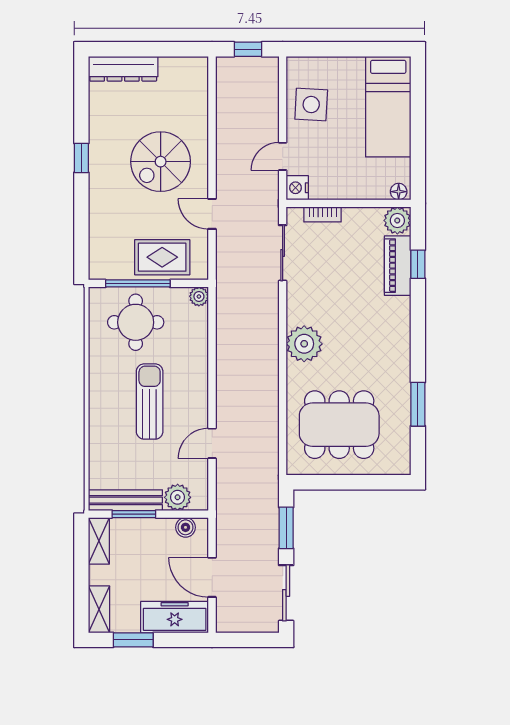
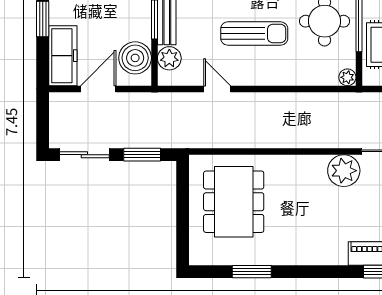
plant: (304, 344) -> (344, 171), moved
boiler: (186, 527) -> (135, 58), width x1.86, depth x1.86

